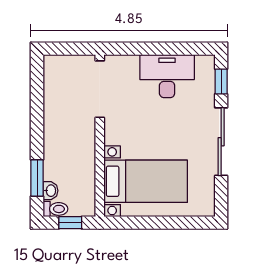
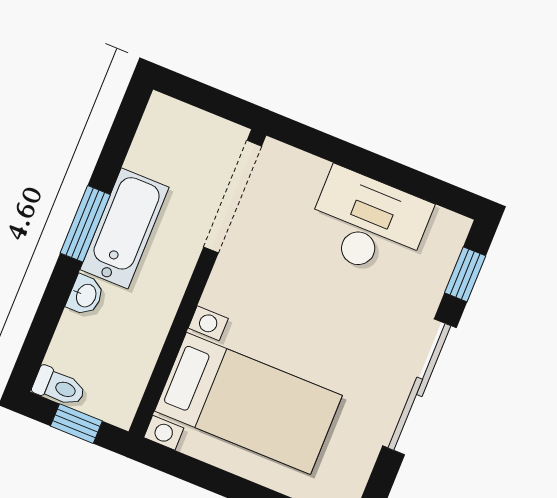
bathtub: (56, 124) -> (124, 228), added
window: (37, 178) -> (85, 224), moved
washbasin: (51, 191) -> (85, 295), moved

